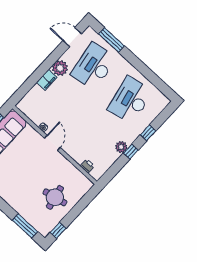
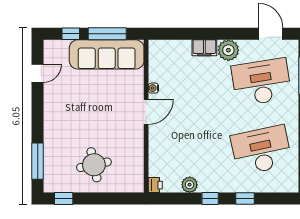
plant: (121, 147) -> (190, 185), moved
printer: (87, 166) -> (155, 185), moved

